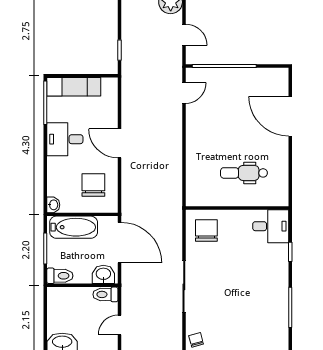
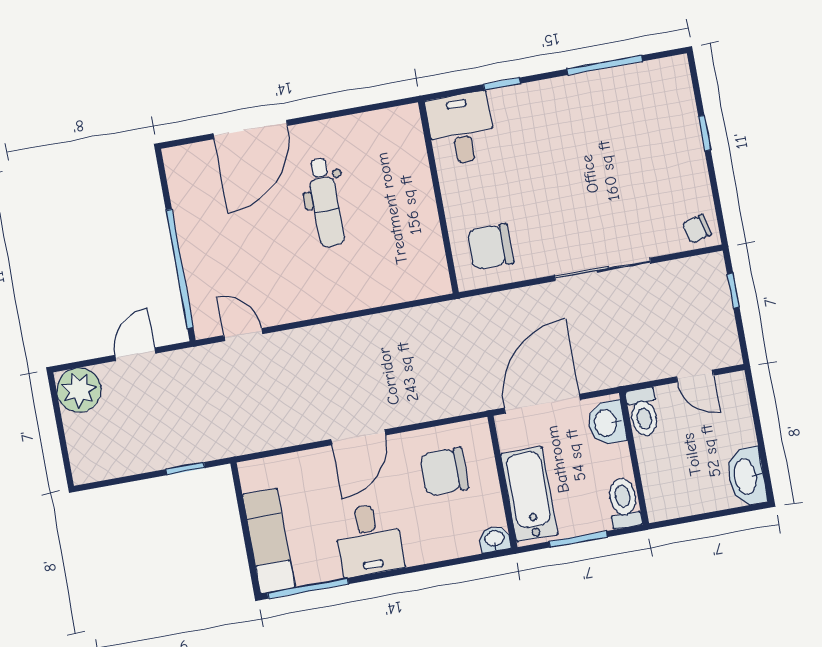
dental chair: (244, 173) -> (326, 202), moved

